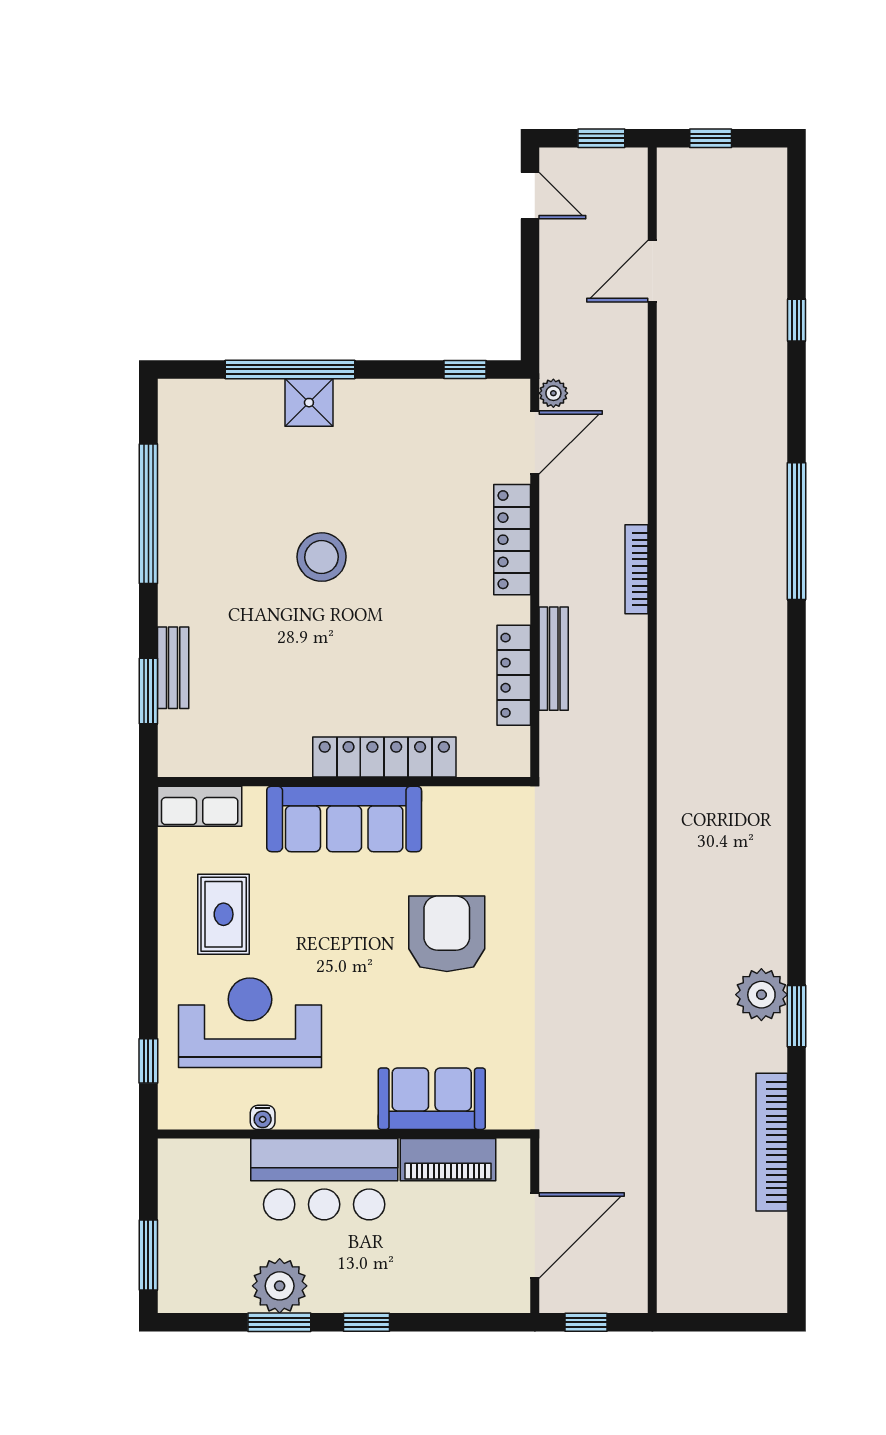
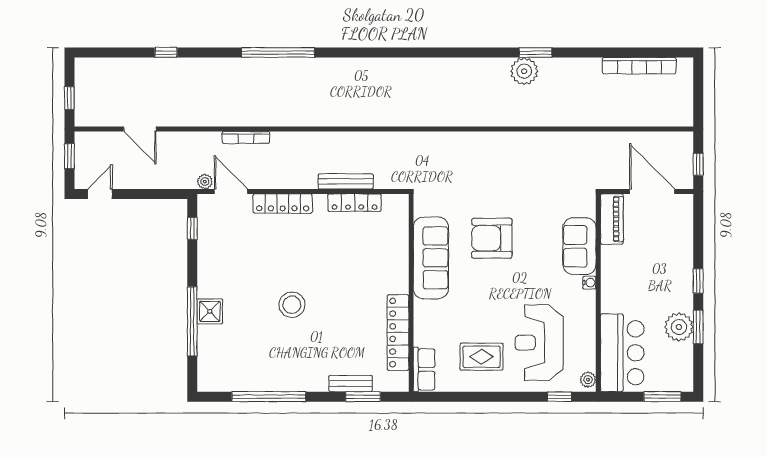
bookcase: (636, 569) -> (246, 137), moved
locker: (384, 757) -> (398, 333), moved
sofa: (344, 819) -> (431, 258), moved
plant: (180, 1115) -> (588, 380), added
water cooler: (263, 1117) -> (589, 283), moved
bookcase: (772, 1142) -> (639, 66), moved
piano: (448, 1160) -> (612, 219), moved
bar counter: (324, 1179) -> (622, 353), moved

